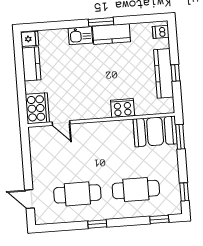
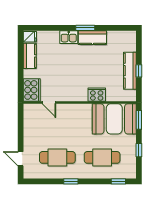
dishwasher: (161, 32) -> (130, 39), removed
booth: (155, 131) -> (114, 119), width x1.36, depth x1.42
window: (184, 192) -> (139, 150), moved

